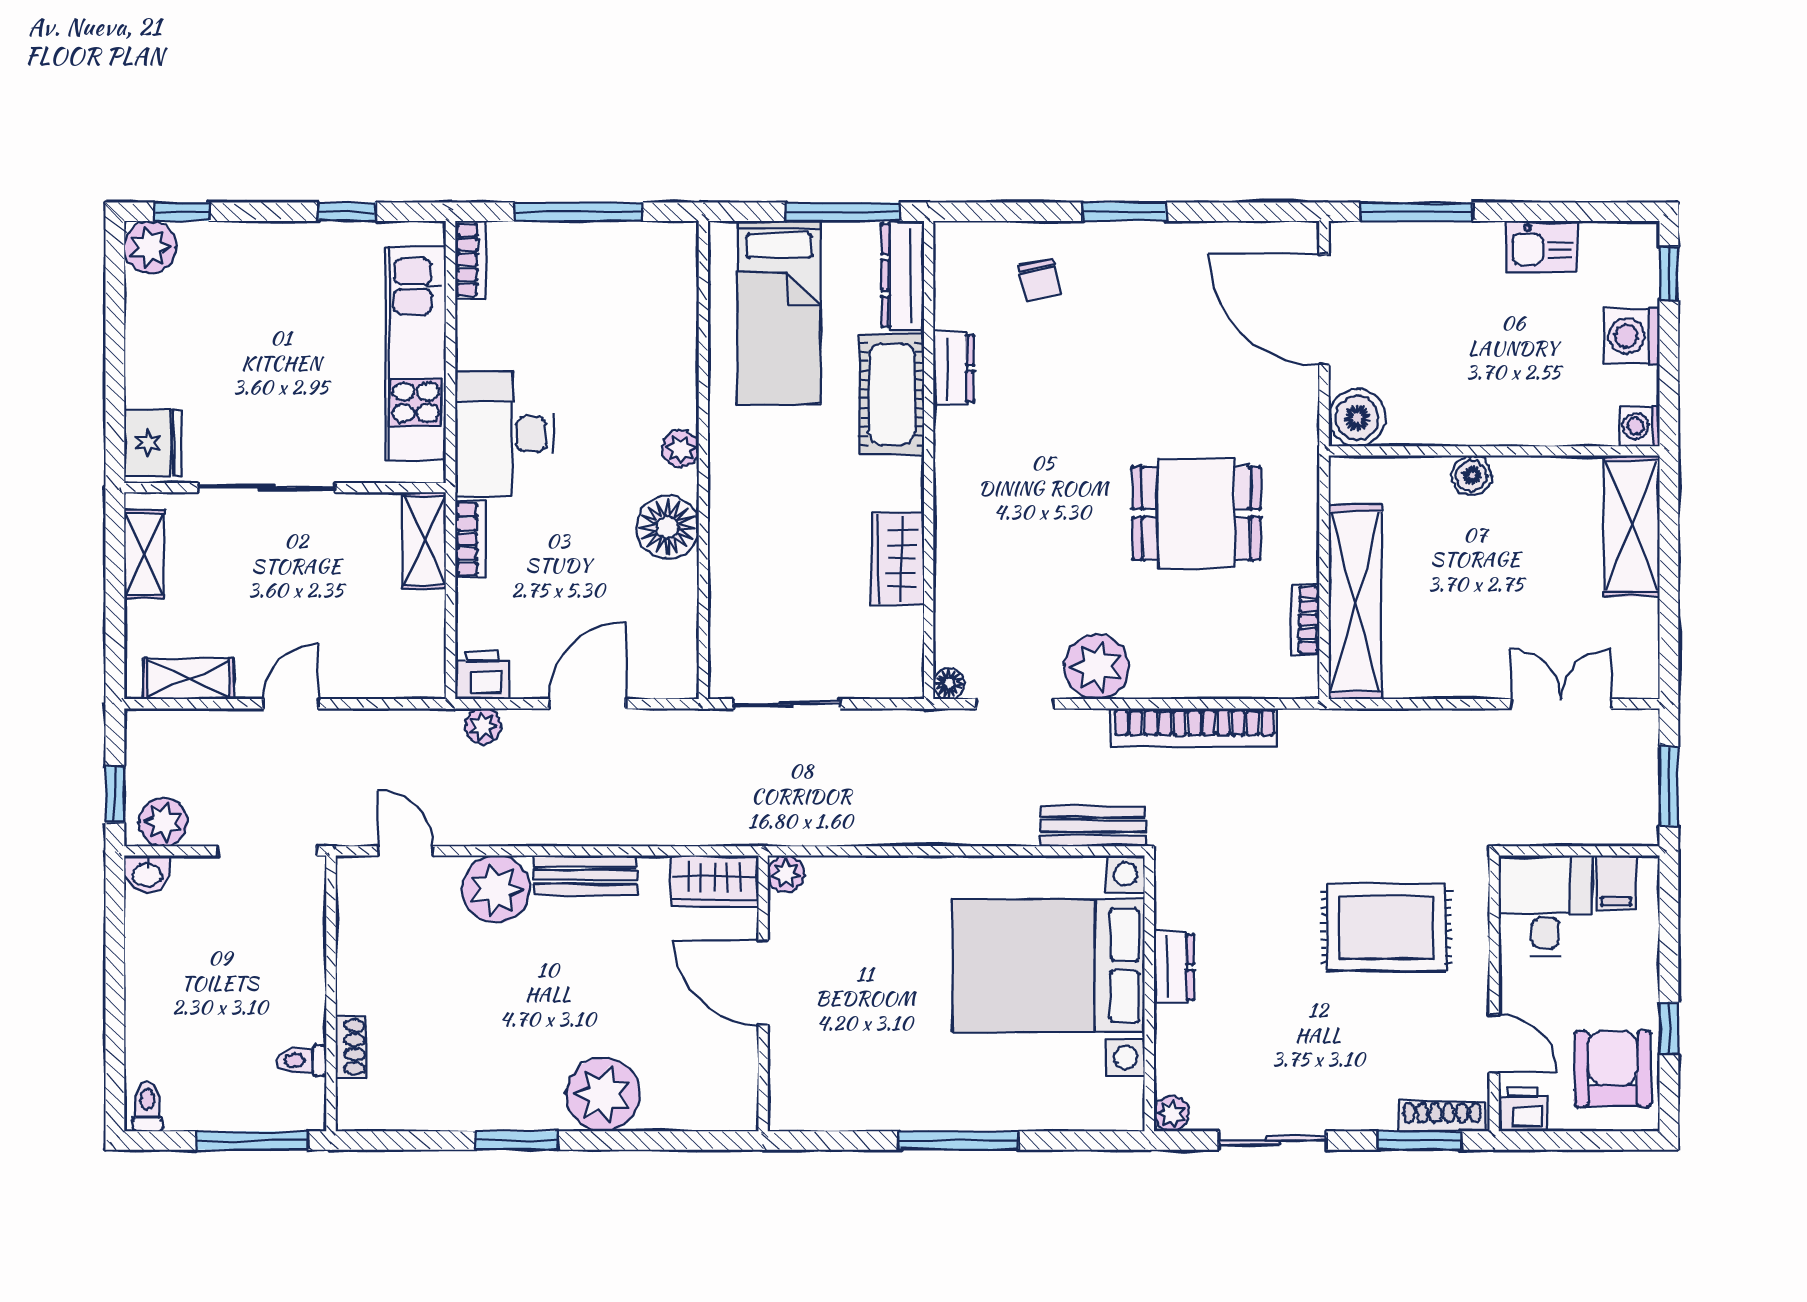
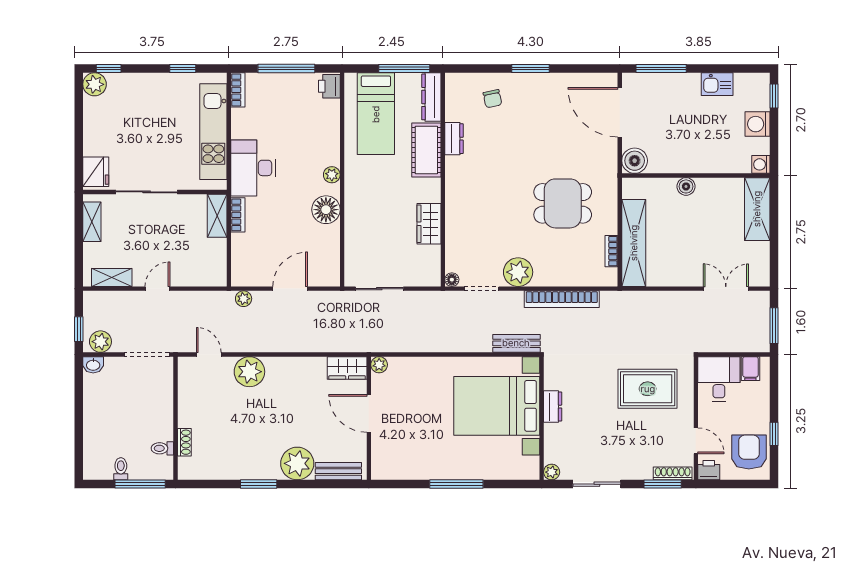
printer: (482, 675) -> (329, 86), moved, turned -90
bench: (585, 875) -> (338, 471), moved
toilet: (147, 1106) -> (121, 469), moved

